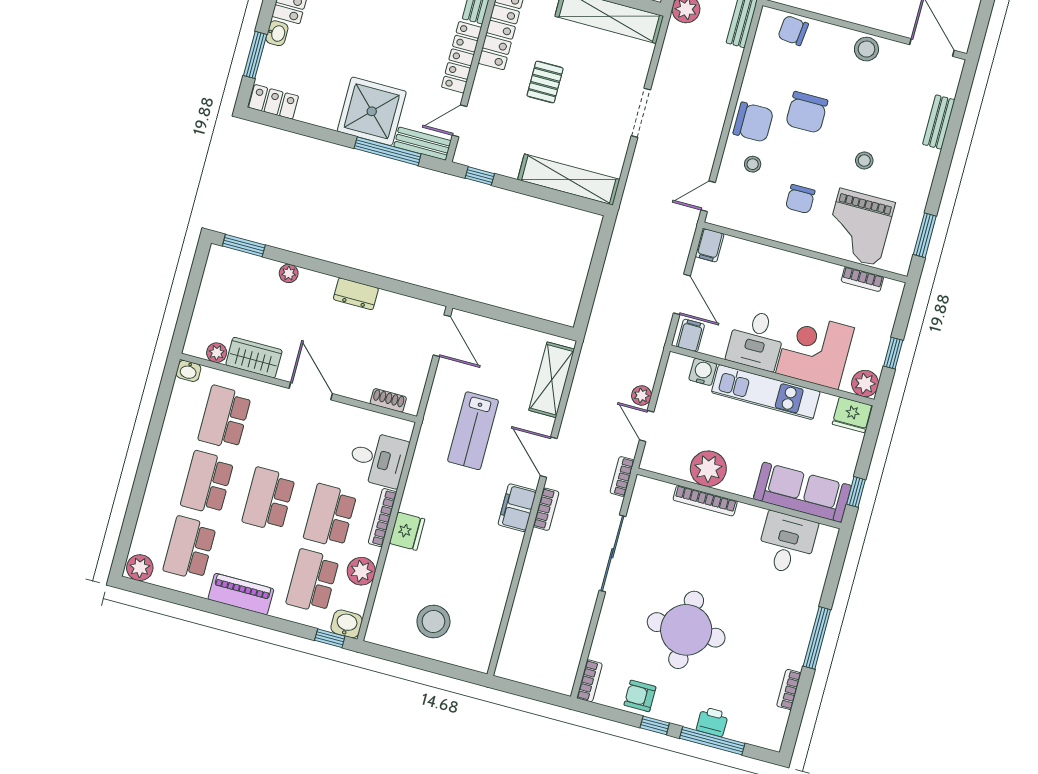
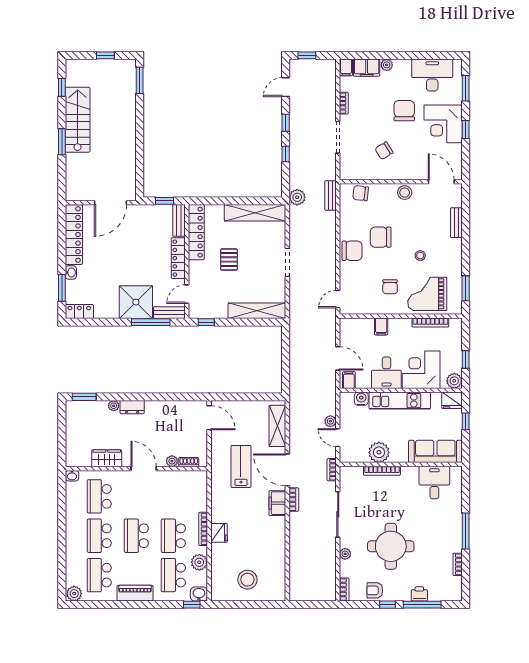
chair: (807, 112) -> (381, 237), turned 90
stool: (753, 164) -> (358, 274), removed
grand piano: (859, 227) -> (427, 294), turned 90
filing cabinet: (710, 245) -> (381, 326), moved
bookcase: (862, 279) -> (430, 322), width x1.56
dresser: (356, 294) -> (132, 407), moved
plant: (217, 353) -> (172, 461), moved
lab bench: (473, 431) -> (241, 466), turned 180
door: (549, 457) -> (287, 470), width x1.36
desk: (378, 459) -> (192, 497), removed
window: (856, 492) -> (466, 421), moved
plant: (607, 622) -> (345, 554), added

